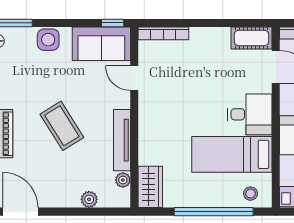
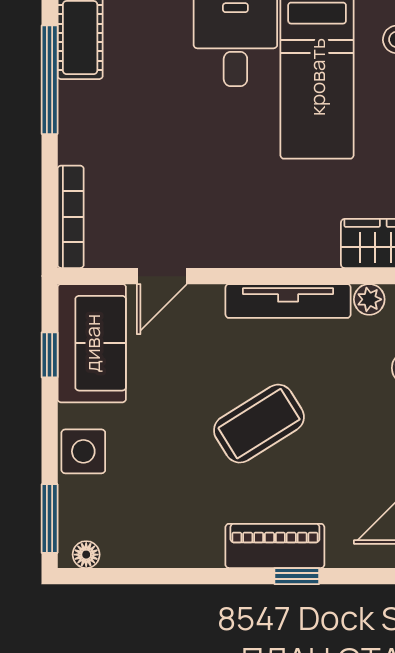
window: (113, 23) -> (50, 355), moved
window: (231, 23) -> (50, 80), added

